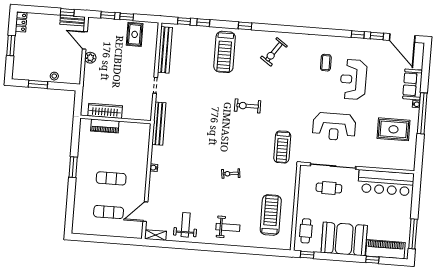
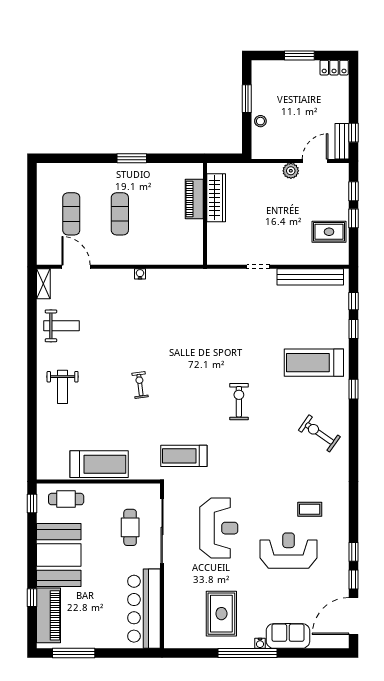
bench: (159, 124) -> (204, 276), removed
reception desk: (334, 127) -> (219, 528), turned 180
treadmill: (271, 215) -> (99, 464), moved

